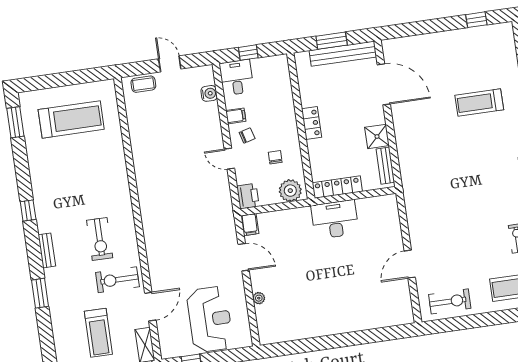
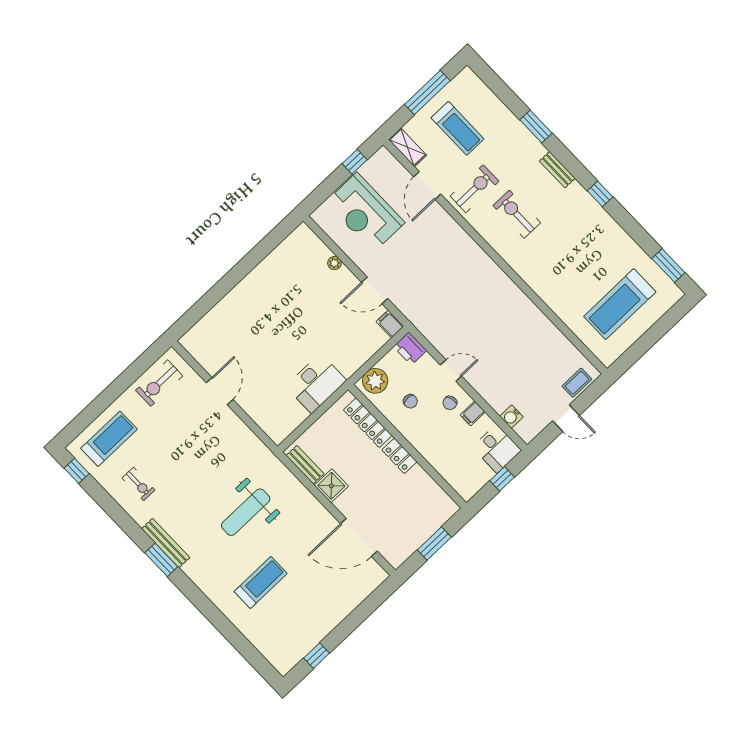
bench: (343, 54) -> (416, 539), removed
weight bench: (454, 162) -> (246, 512), added
locker: (337, 187) -> (368, 423), moved, turned 90
treadmill: (98, 333) -> (458, 128), turned 180

